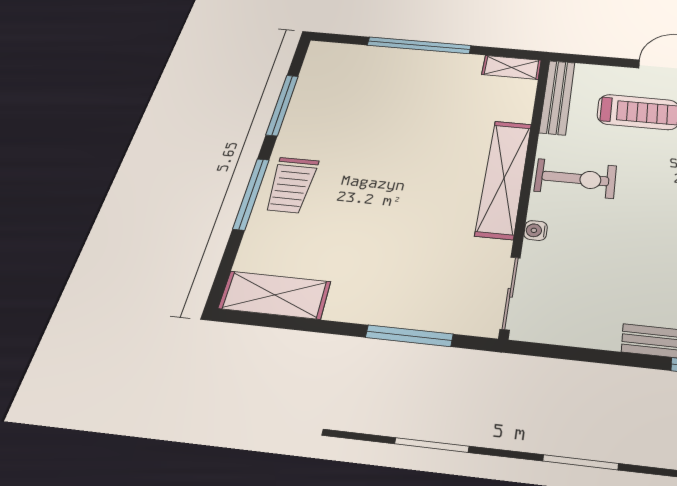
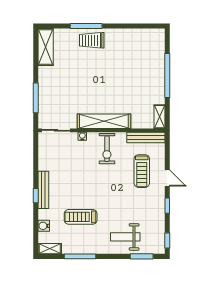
window: (282, 105) -> (129, 26), removed

